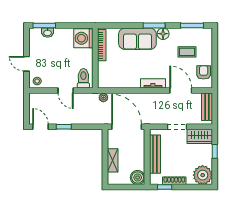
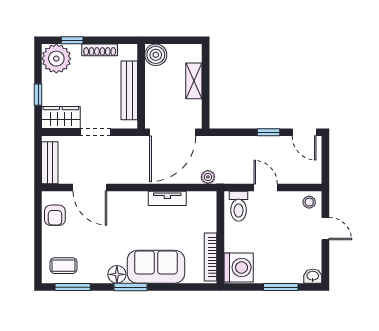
window: (44, 25) -> (281, 287), moved
washbasin: (48, 33) -> (313, 276), moved
coffee table: (187, 52) -> (64, 266), moved
tv unit: (153, 83) -> (167, 198), moved
door: (127, 127) -> (173, 132), hinge flipped
window: (165, 187) -> (72, 40), moved

